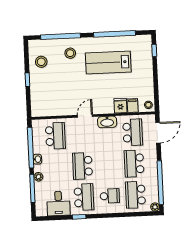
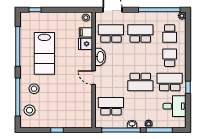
stool: (41, 62) -> (29, 110), moved
school desk: (134, 164) -> (140, 33), turned 180
school desk: (135, 195) -> (170, 33), width x0.54

